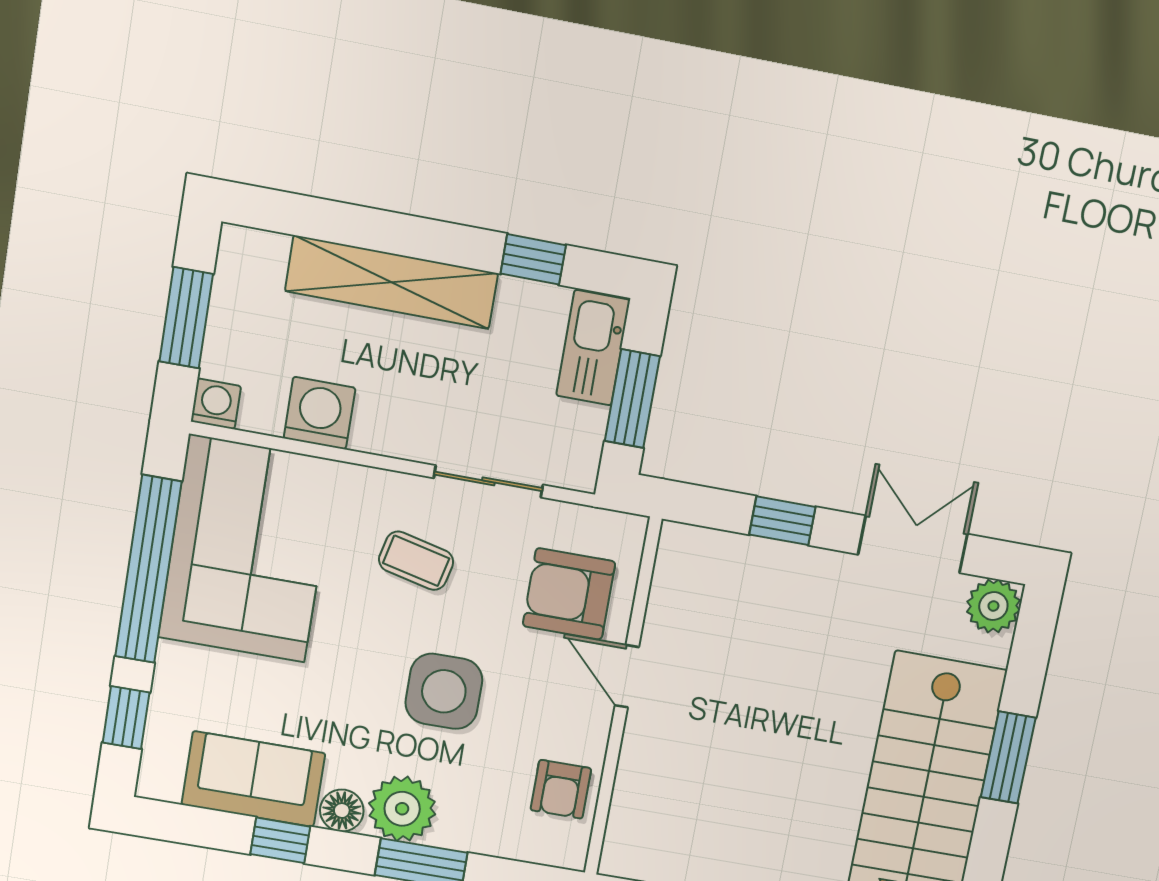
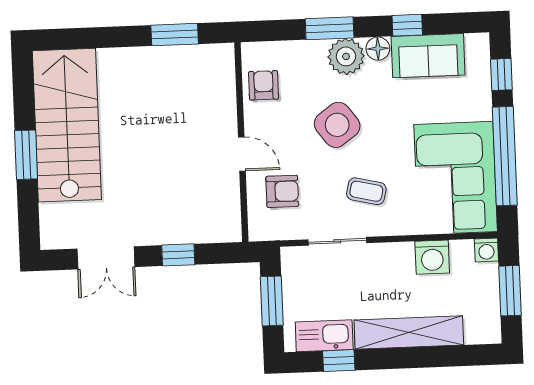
kitchen sink: (593, 348) -> (324, 336), moved, turned -90
armchair: (569, 594) -> (282, 191), width x0.72, depth x0.72
plant: (993, 606) -> (55, 235), removed
side table: (444, 691) -> (337, 125), turned -36

